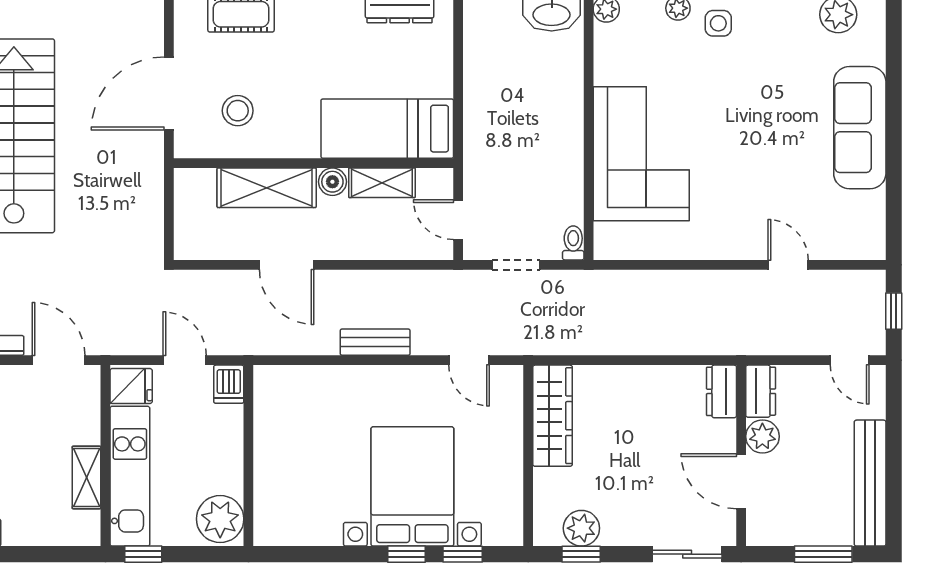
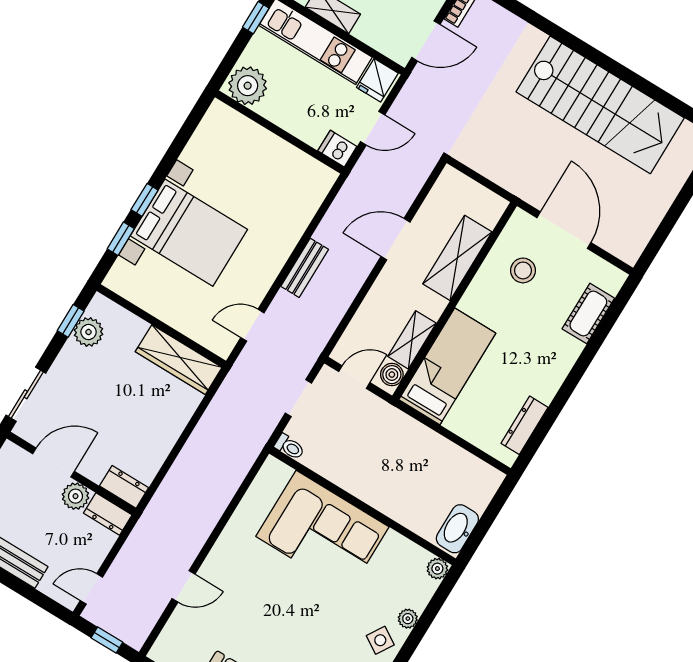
side table: (718, 23) -> (380, 640), turned 32
boiler: (332, 182) -> (392, 375), moved

